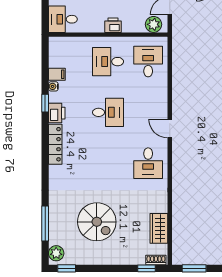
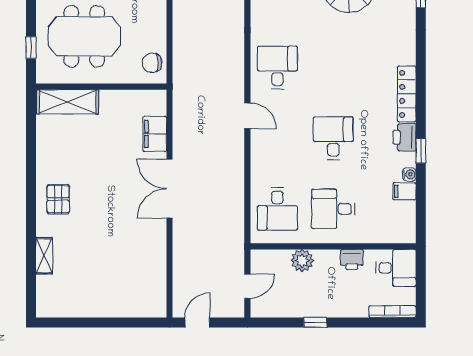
plant: (154, 24) -> (302, 261), moved
printer: (113, 25) -> (352, 260), moved
desk: (108, 62) -> (333, 209), turned 180
desk: (108, 112) -> (333, 138), turned 90

